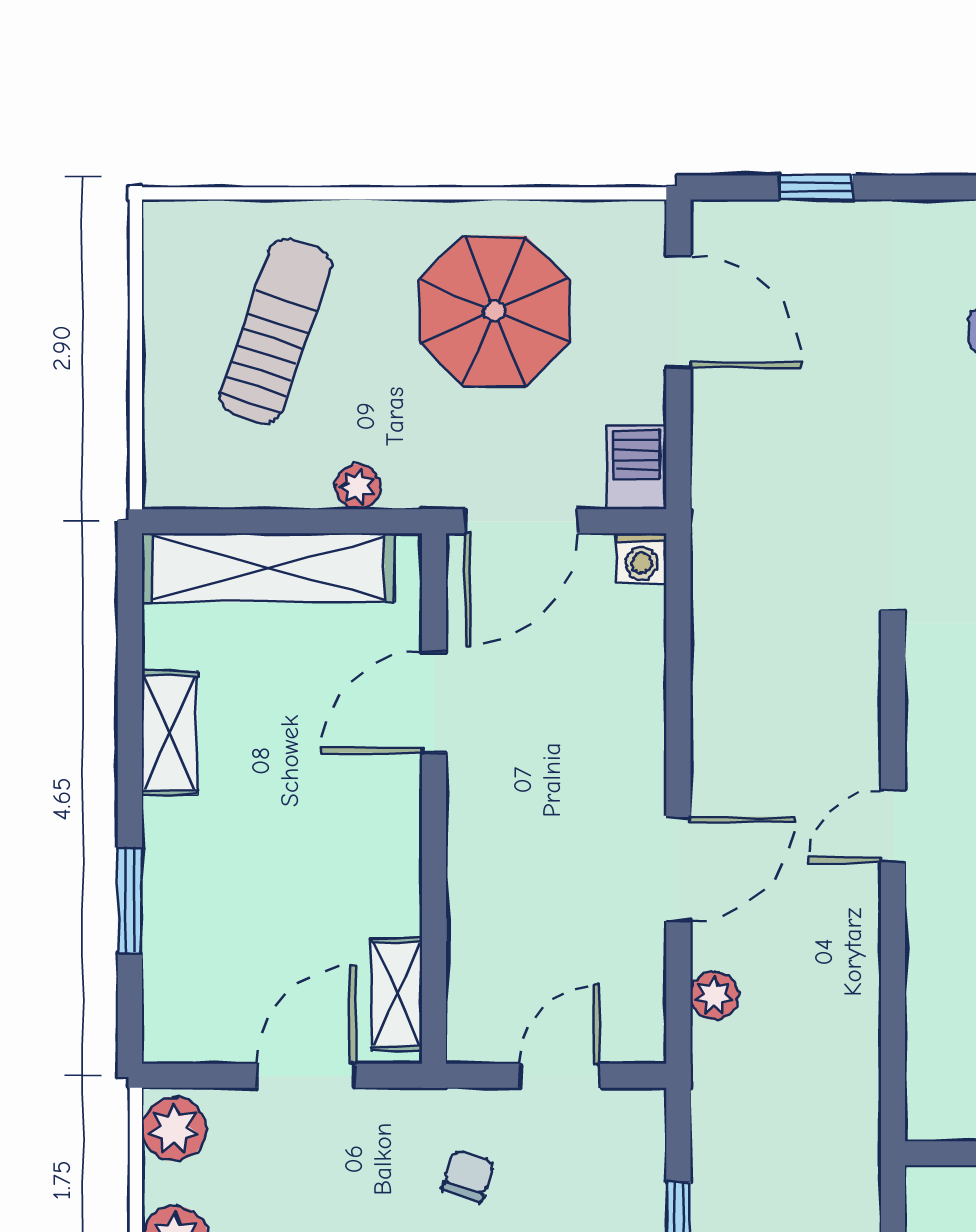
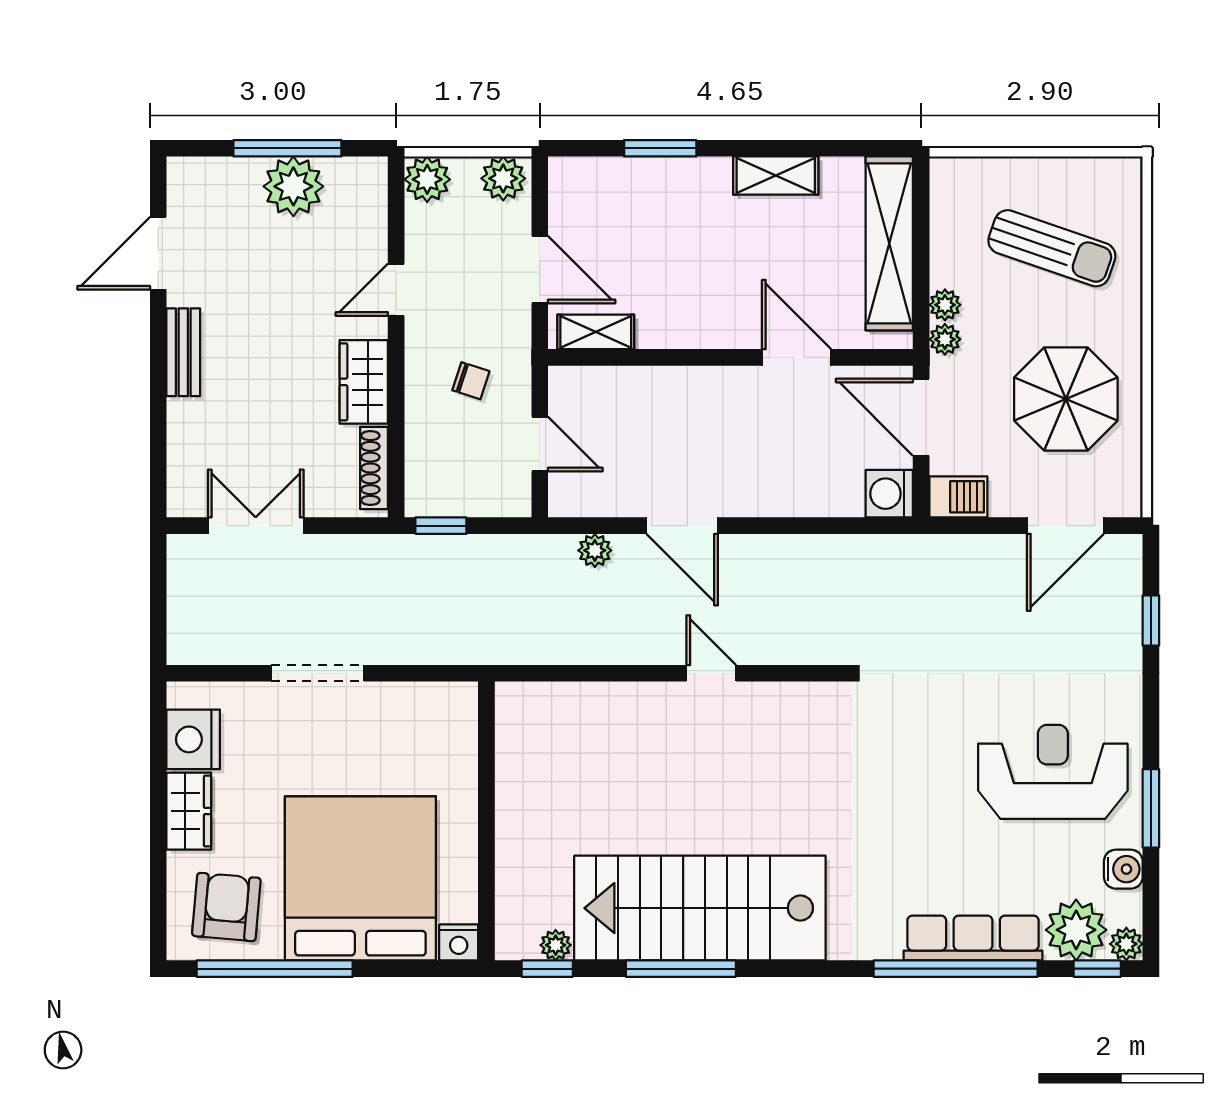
plant: (408, 487) -> (945, 339), added
washing machine: (641, 558) -> (889, 494), width x1.38, depth x1.38

